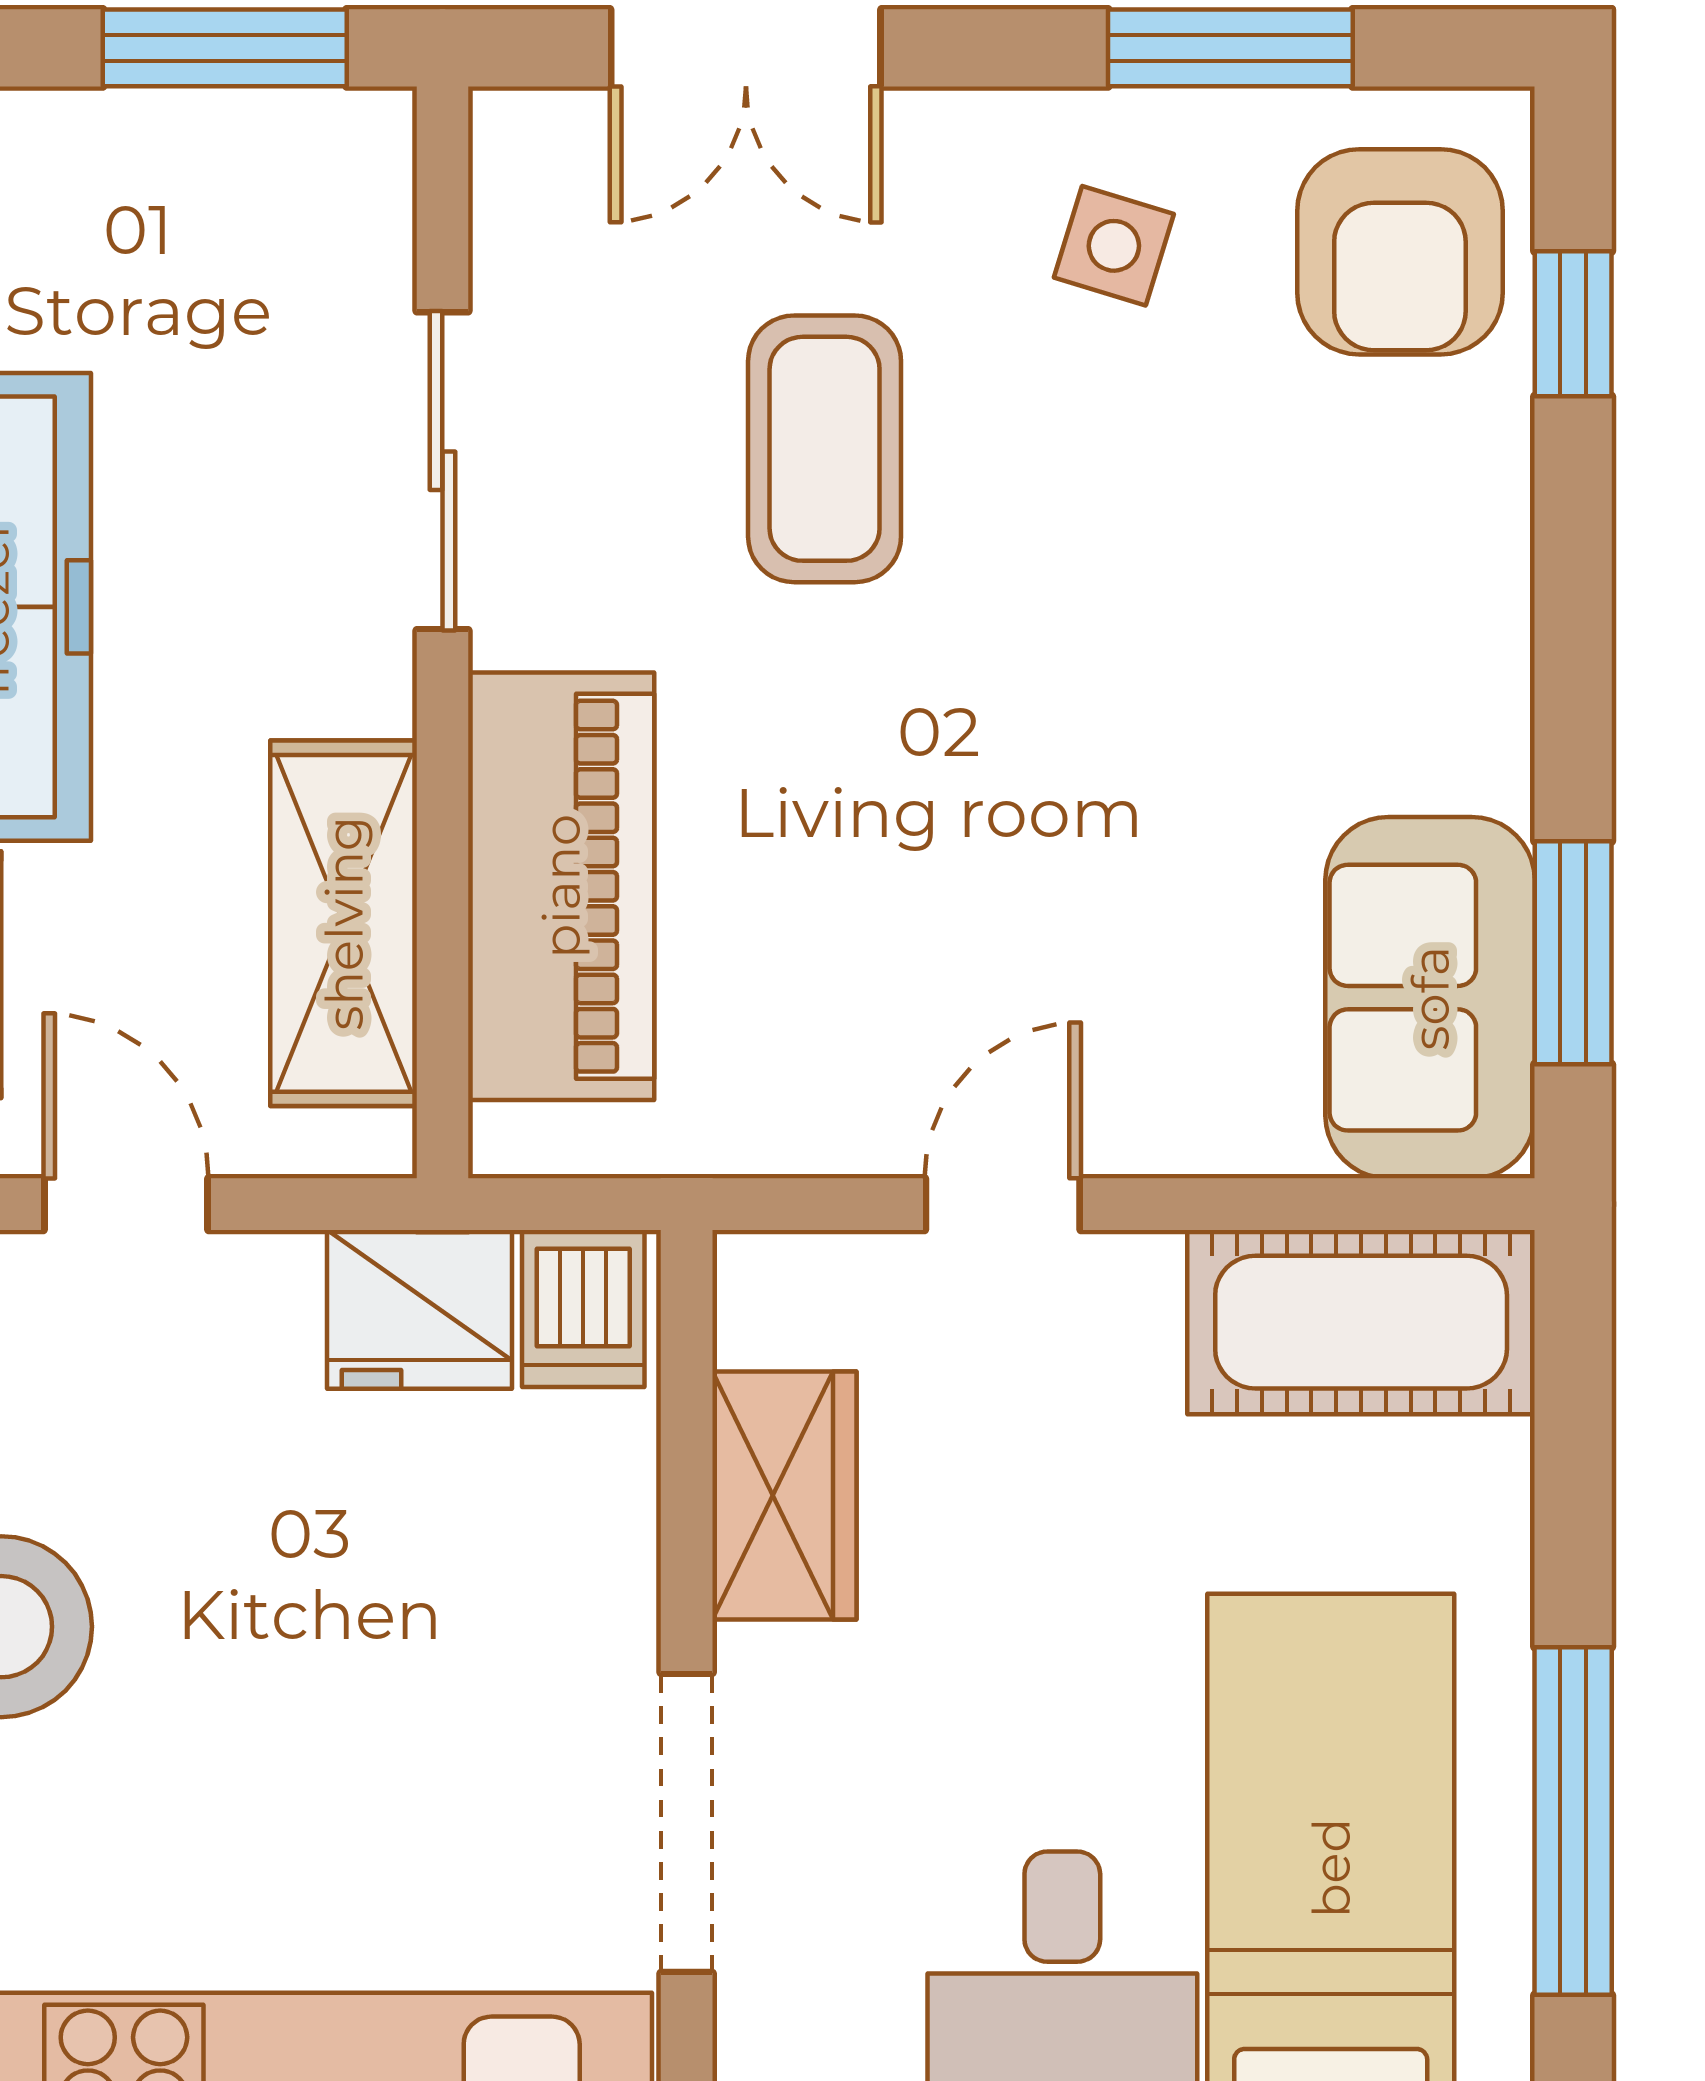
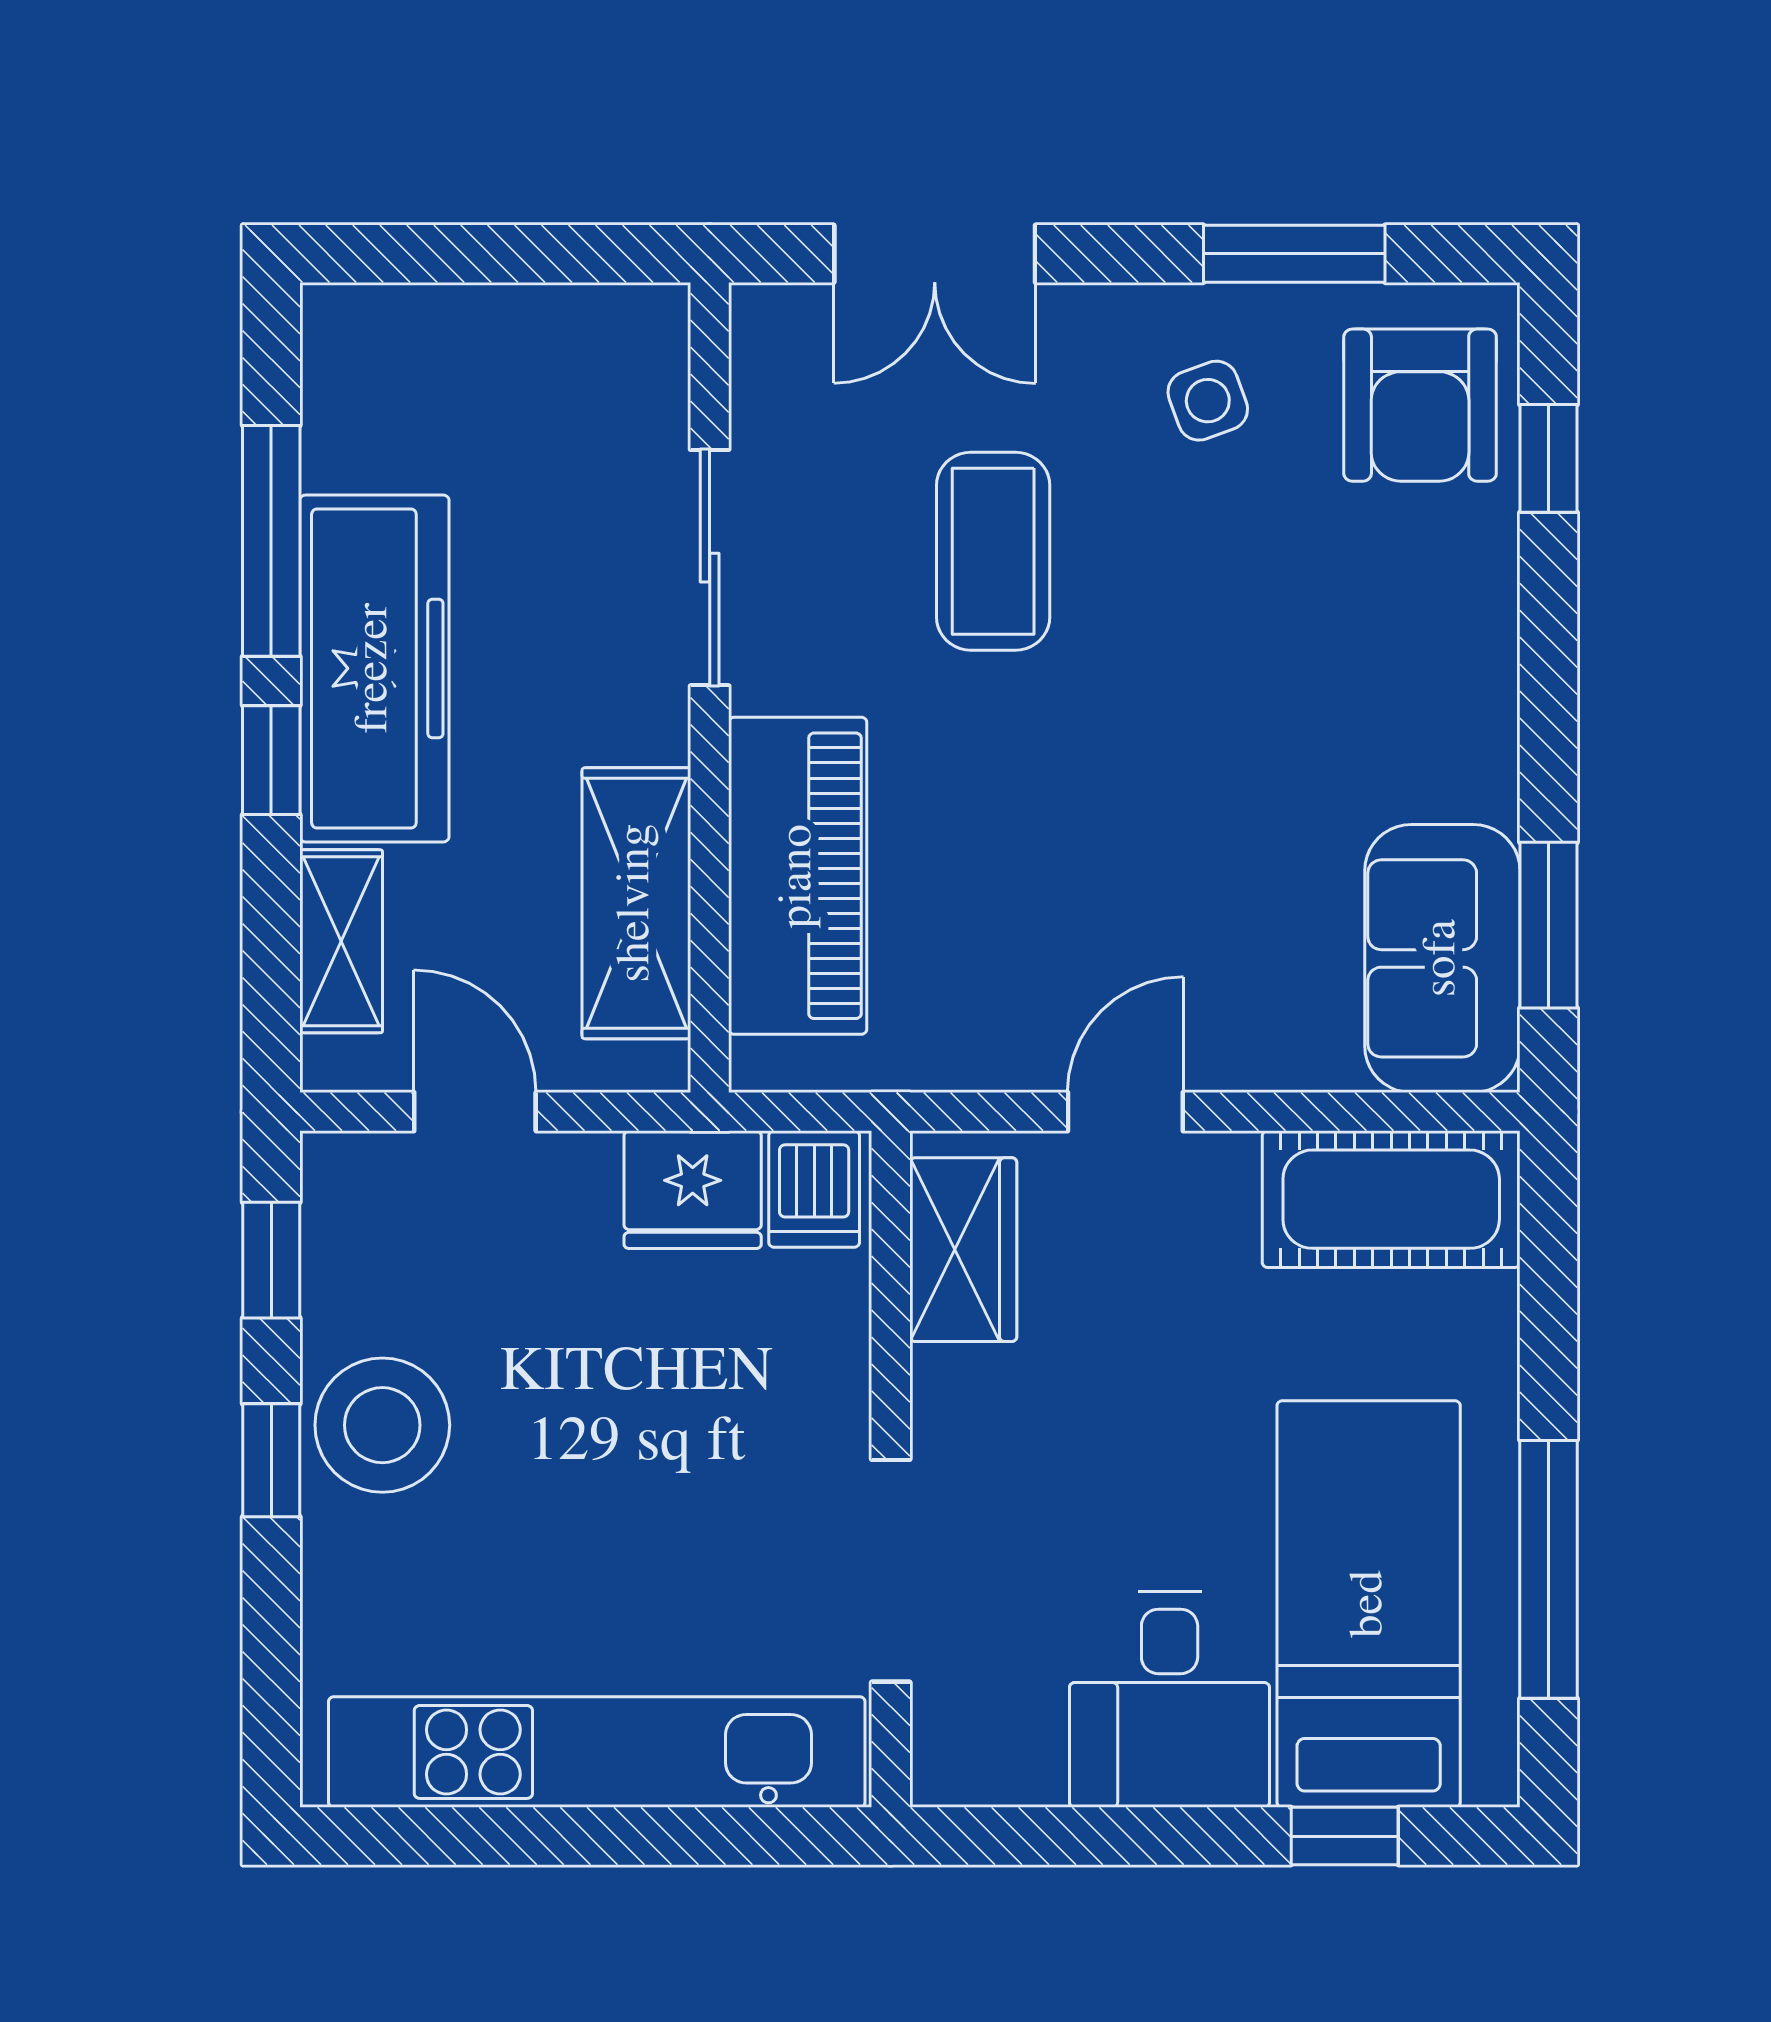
window: (225, 48) -> (548, 254), removed
side table: (1114, 246) -> (1208, 401), turned -37
wardrobe: (784, 1495) -> (963, 1250), moved

